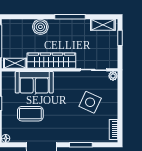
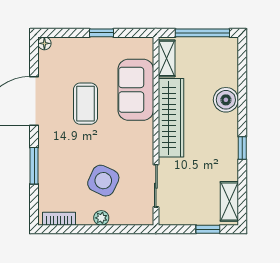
window: (70, 17) -> (242, 148), width x0.46
plant: (113, 76) -> (101, 218), moved
coffee table: (30, 114) -> (85, 104), moved

